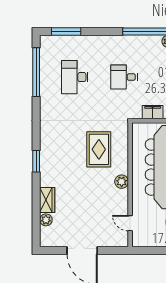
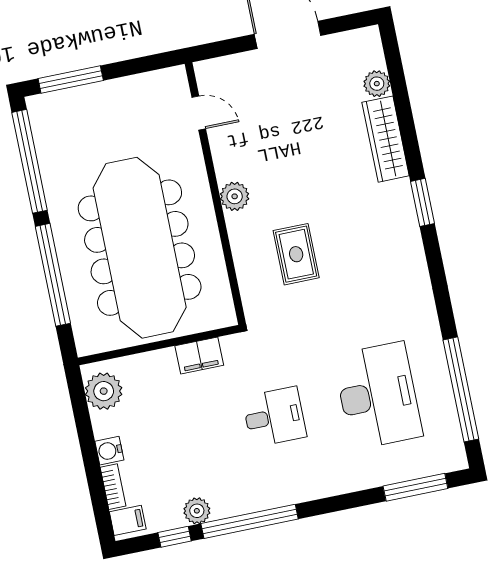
desk: (75, 77) -> (378, 396), width x1.36, depth x1.30
rug: (99, 149) -> (296, 254), width x0.73, depth x0.70
wardrobe: (47, 200) -> (386, 139), width x1.50

